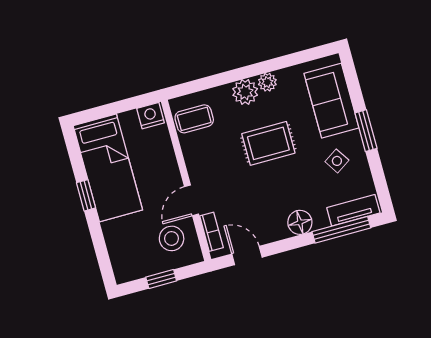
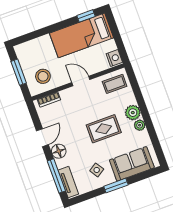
coffee table: (194, 119) -> (115, 84), turned 90
rug: (268, 143) -> (104, 129), turned 90
window: (86, 195) -> (86, 16), moved
door: (192, 200) -> (81, 81), moved
door: (247, 256) -> (42, 138), moved
window: (161, 279) -> (19, 72), width x1.50

